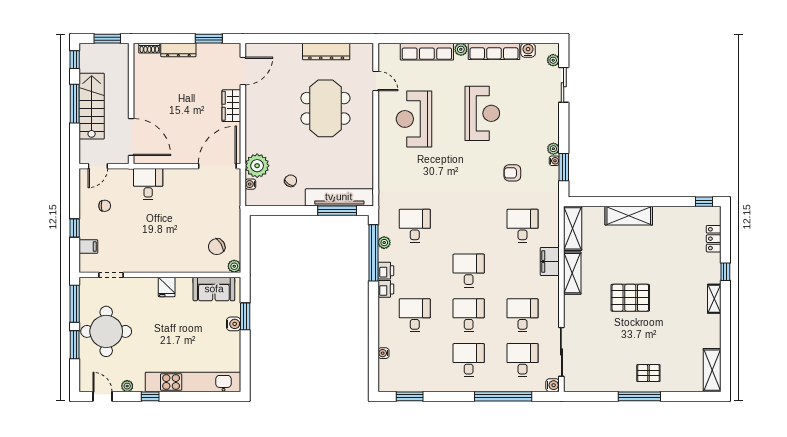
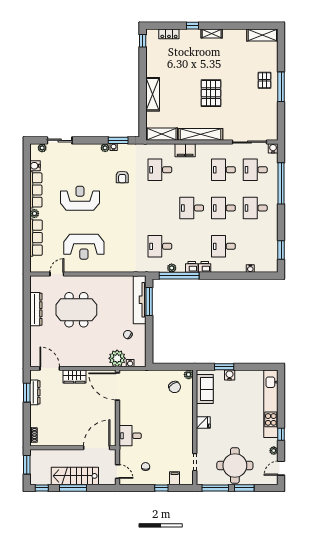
dresser: (178, 50) -> (35, 392), moved
shelving: (572, 273) -> (200, 134), width x1.47

